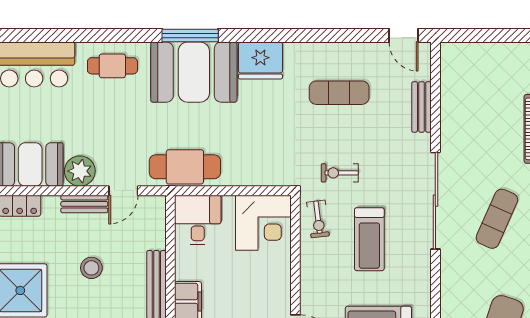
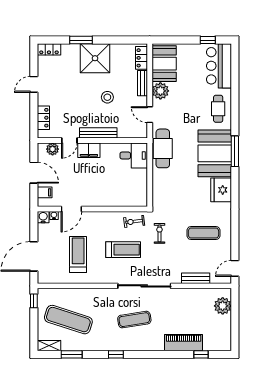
plant: (472, 58) -> (223, 306), added
exercise mat: (339, 93) -> (203, 233), turned 90
bench: (84, 204) -> (142, 83), moved
exercise mat: (497, 219) -> (134, 320), turned -33
corner desk: (263, 223) -> (132, 191), removed
treadmill: (369, 239) -> (123, 250), turned 180

